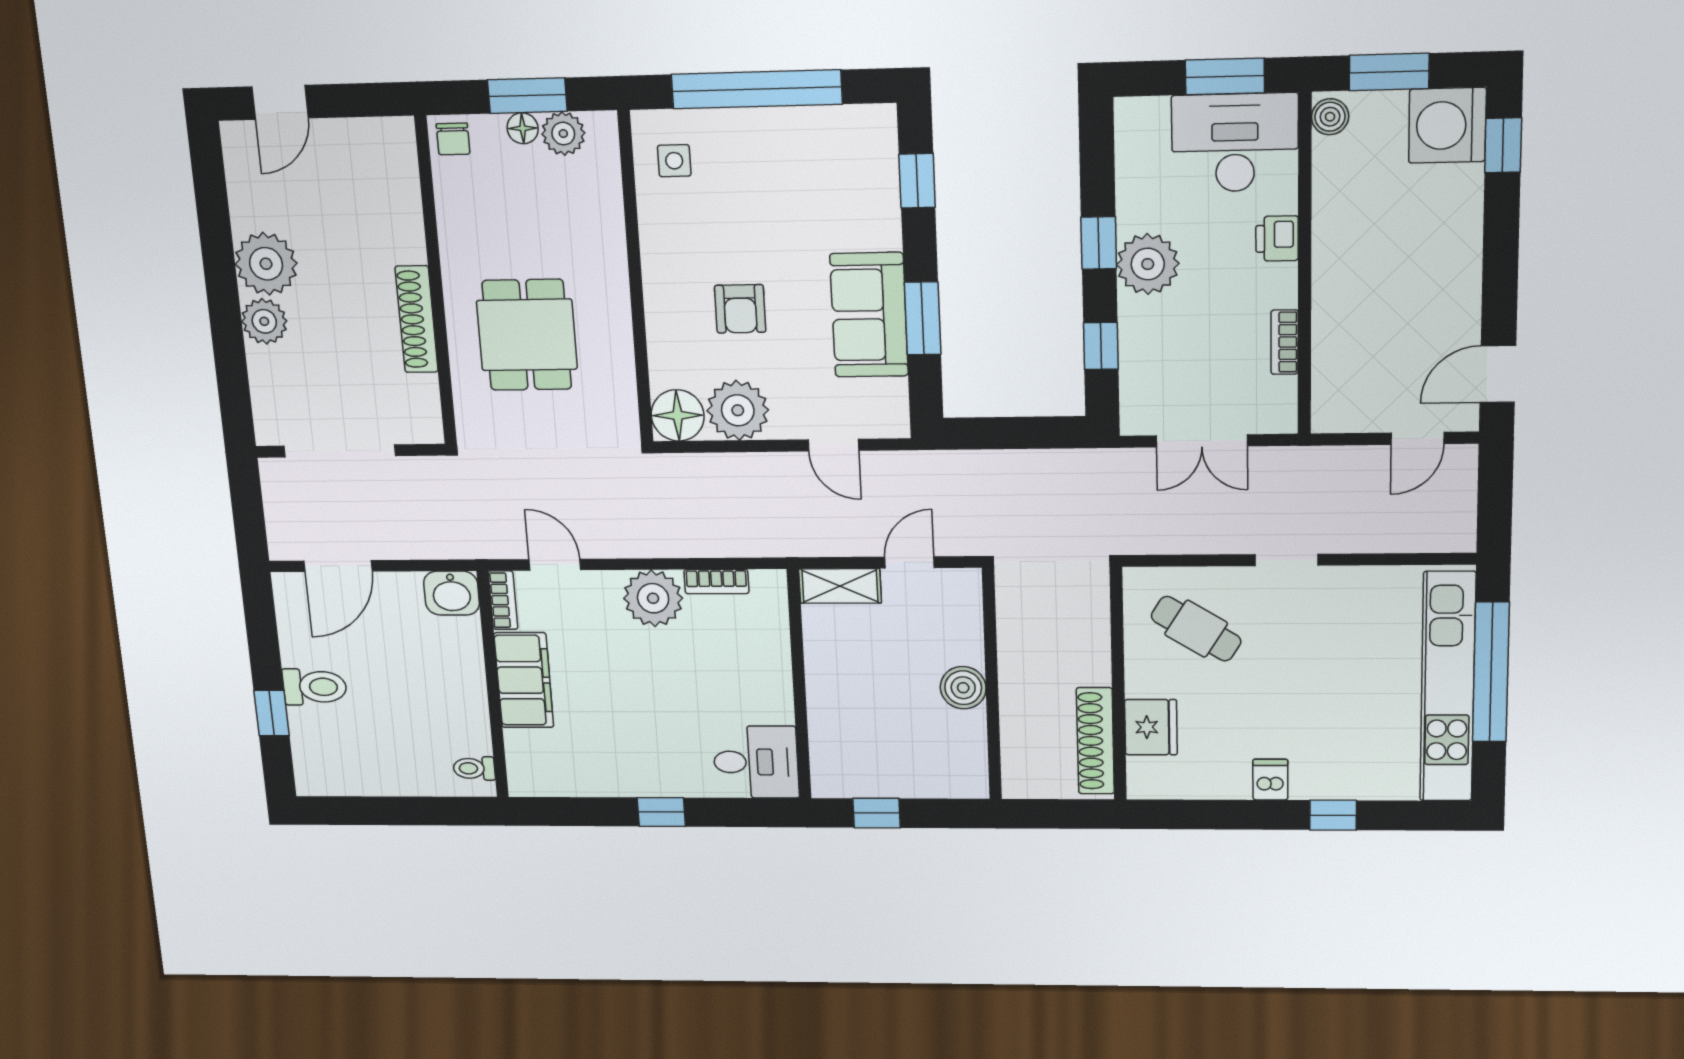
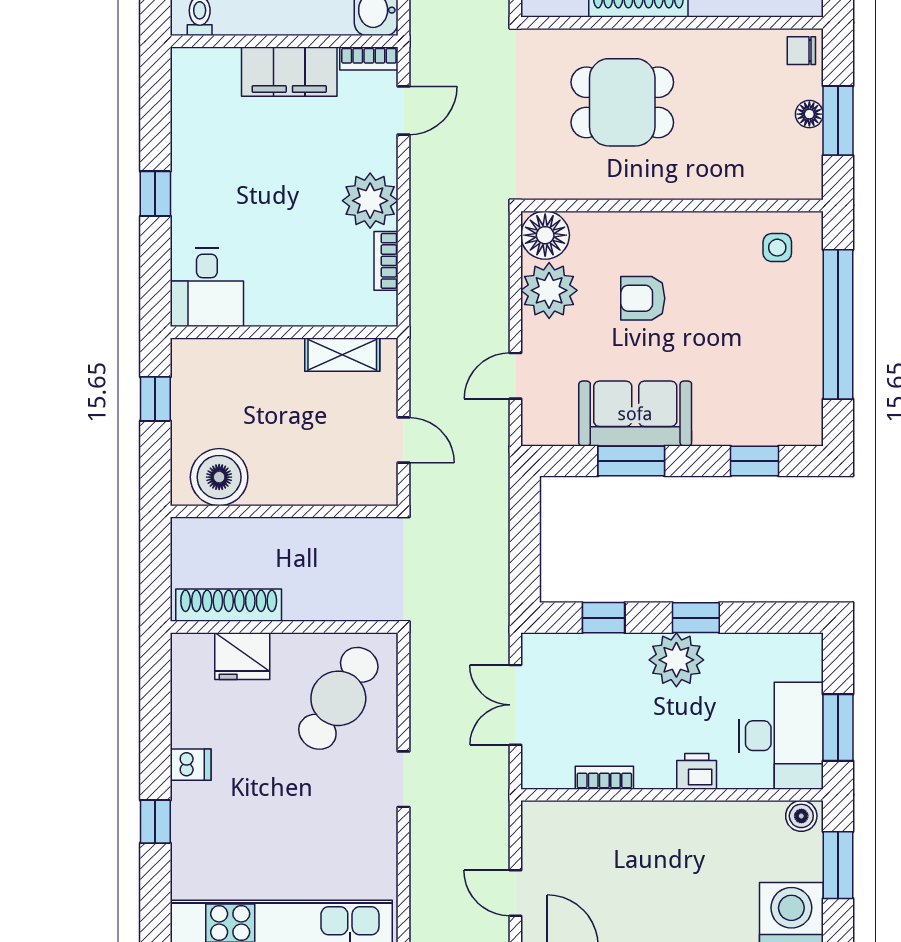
plant: (563, 134) -> (804, 150), removed
shelving: (840, 586) -> (342, 355), moved, turned 90
cafe table: (1196, 629) -> (338, 698), width x1.37, depth x1.35
boiler: (963, 688) -> (219, 477), moved, width x1.37, depth x1.37

